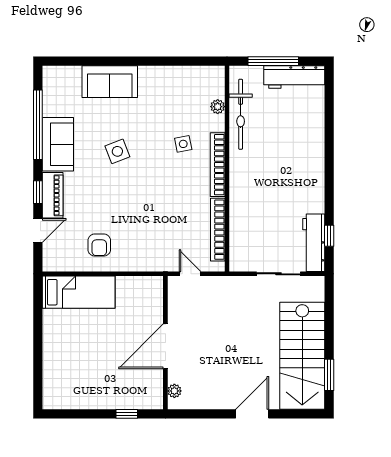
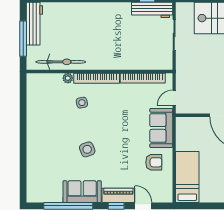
sofa: (110, 82) -> (161, 128), moved, turned 180
plant: (218, 107) -> (68, 78), moved

